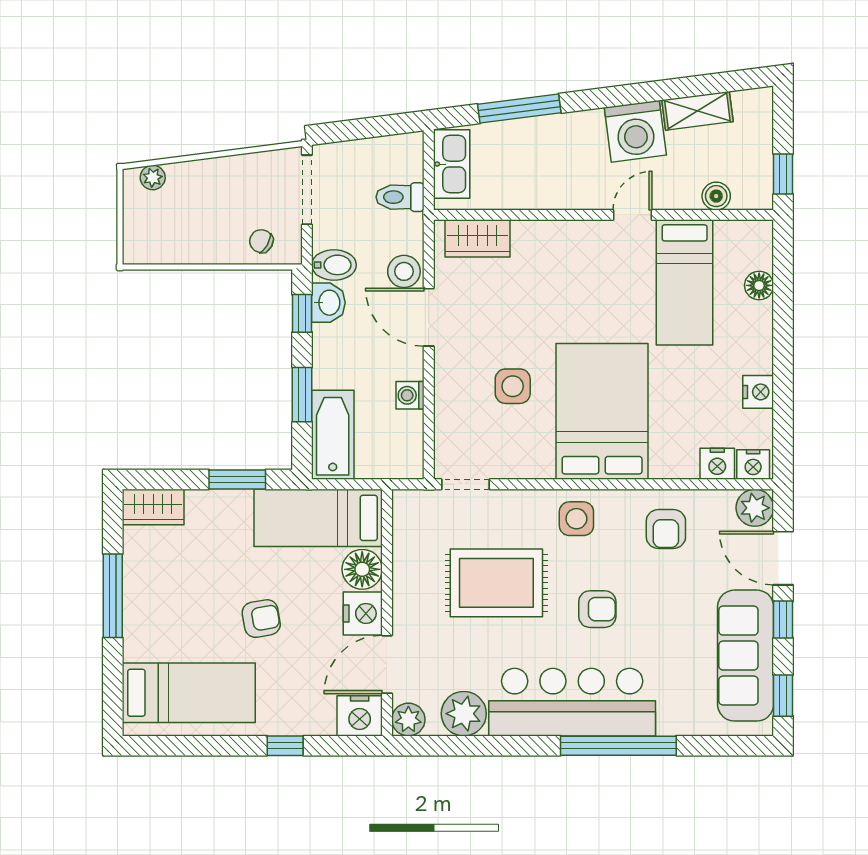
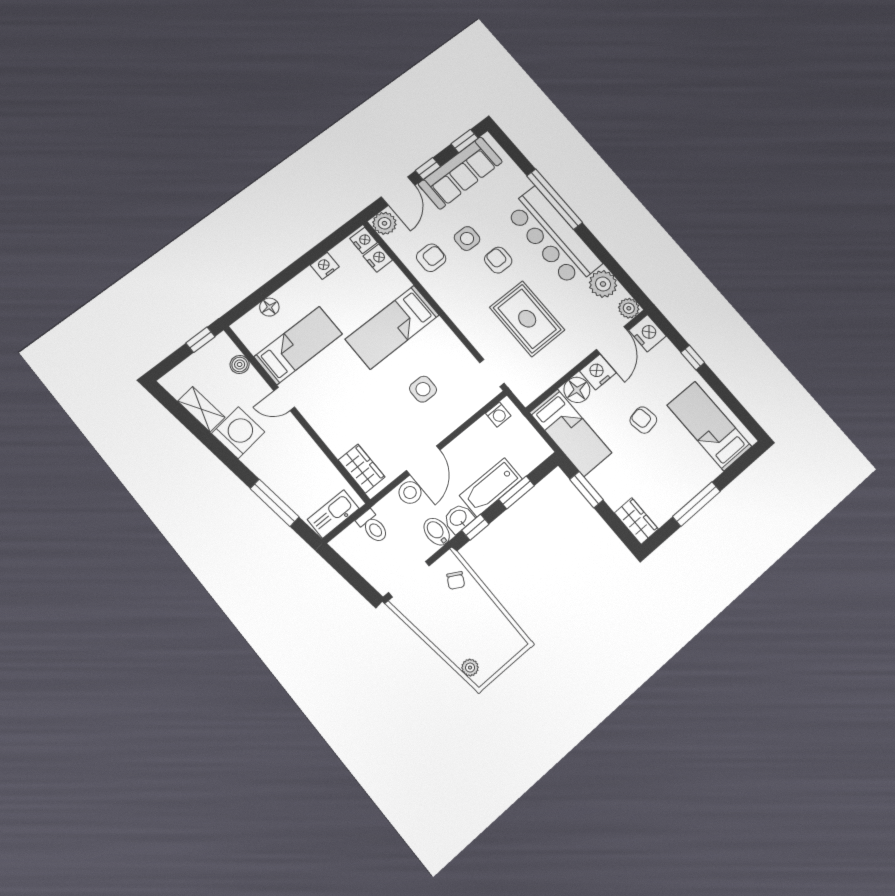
washing machine: (410, 395) -> (498, 415), moved
bed: (602, 411) -> (392, 327), width x0.67
bathtub: (333, 435) -> (491, 487), moved
side table: (576, 519) -> (467, 238), moved
door: (387, 664) -> (612, 340), hinge flipped

